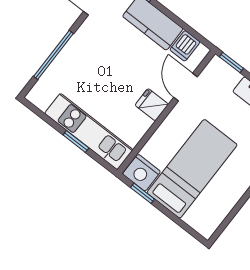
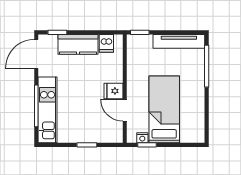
door: (185, 87) -> (125, 110), moved
kitchen unit: (89, 132) -> (48, 110), moved, turned 90
nightstand: (142, 173) -> (142, 138), width x0.53, depth x0.56

